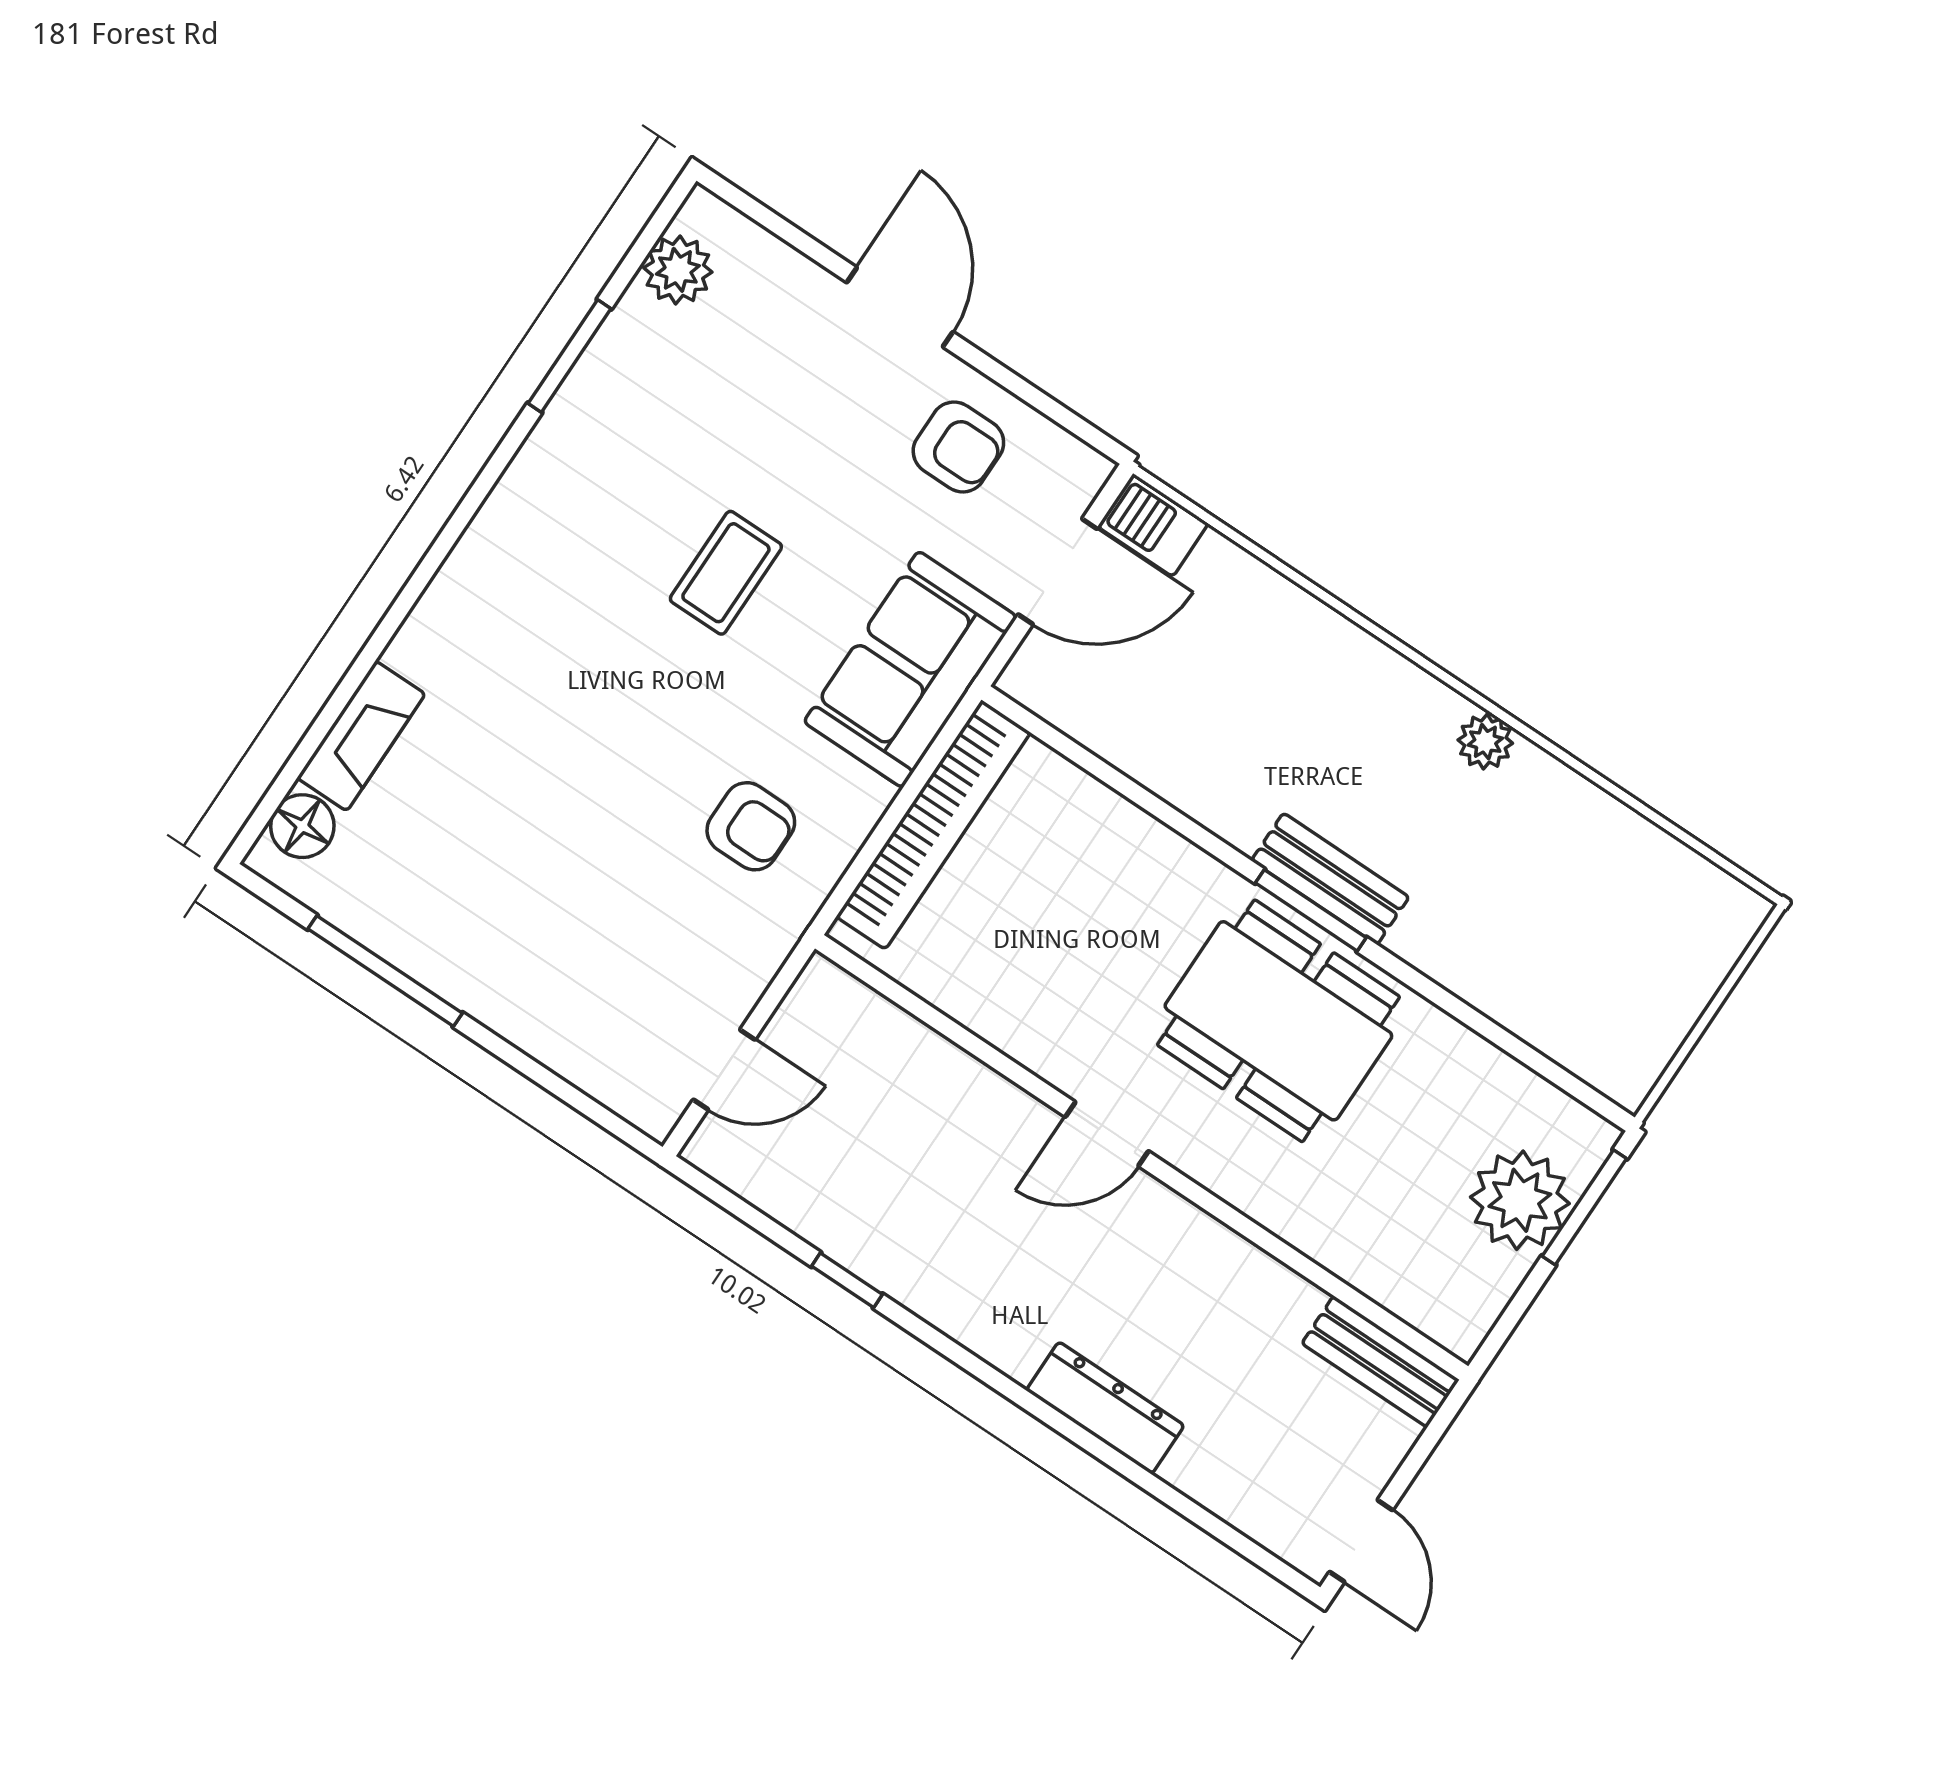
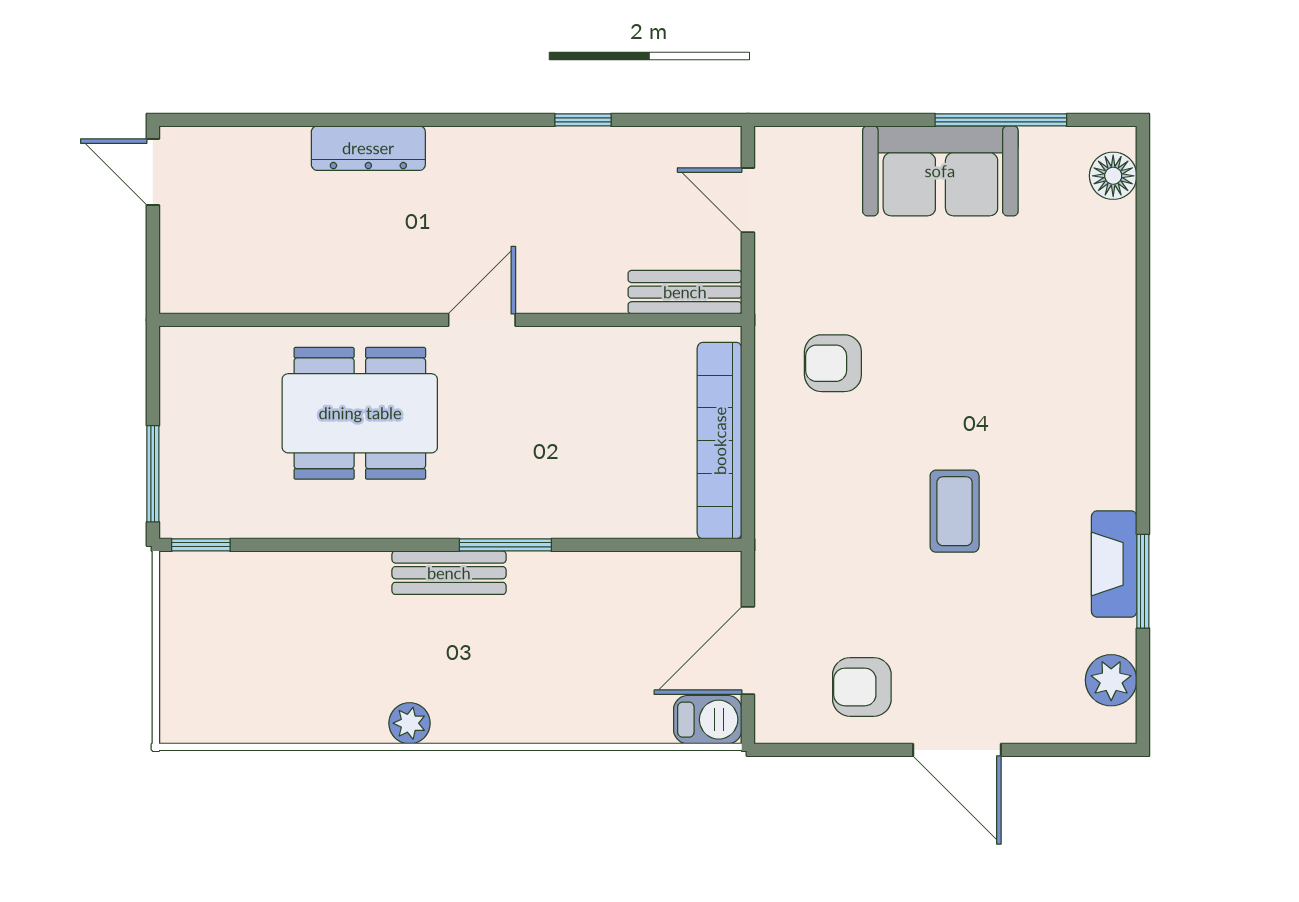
sofa: (910, 669) -> (940, 171), moved, turned 90
fireplace: (361, 736) -> (1114, 564), moved
window: (1311, 910) -> (505, 545), moved
dining table: (1278, 1021) -> (360, 413), moved
door: (724, 1070) -> (748, 200), hinge flipped
window: (1584, 1093) -> (201, 545), added
plant: (1520, 1200) -> (196, 451), removed
bench: (1380, 1362) -> (685, 292), moved

